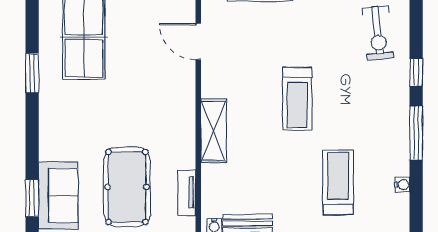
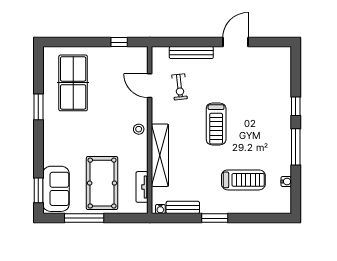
exercise bike: (378, 33) -> (180, 87), moved, width x0.73, depth x0.72
stool: (182, 106) -> (139, 129), added
shelving: (214, 131) -> (160, 155), width x1.47
treadmill: (338, 182) -> (243, 180), turned 90

